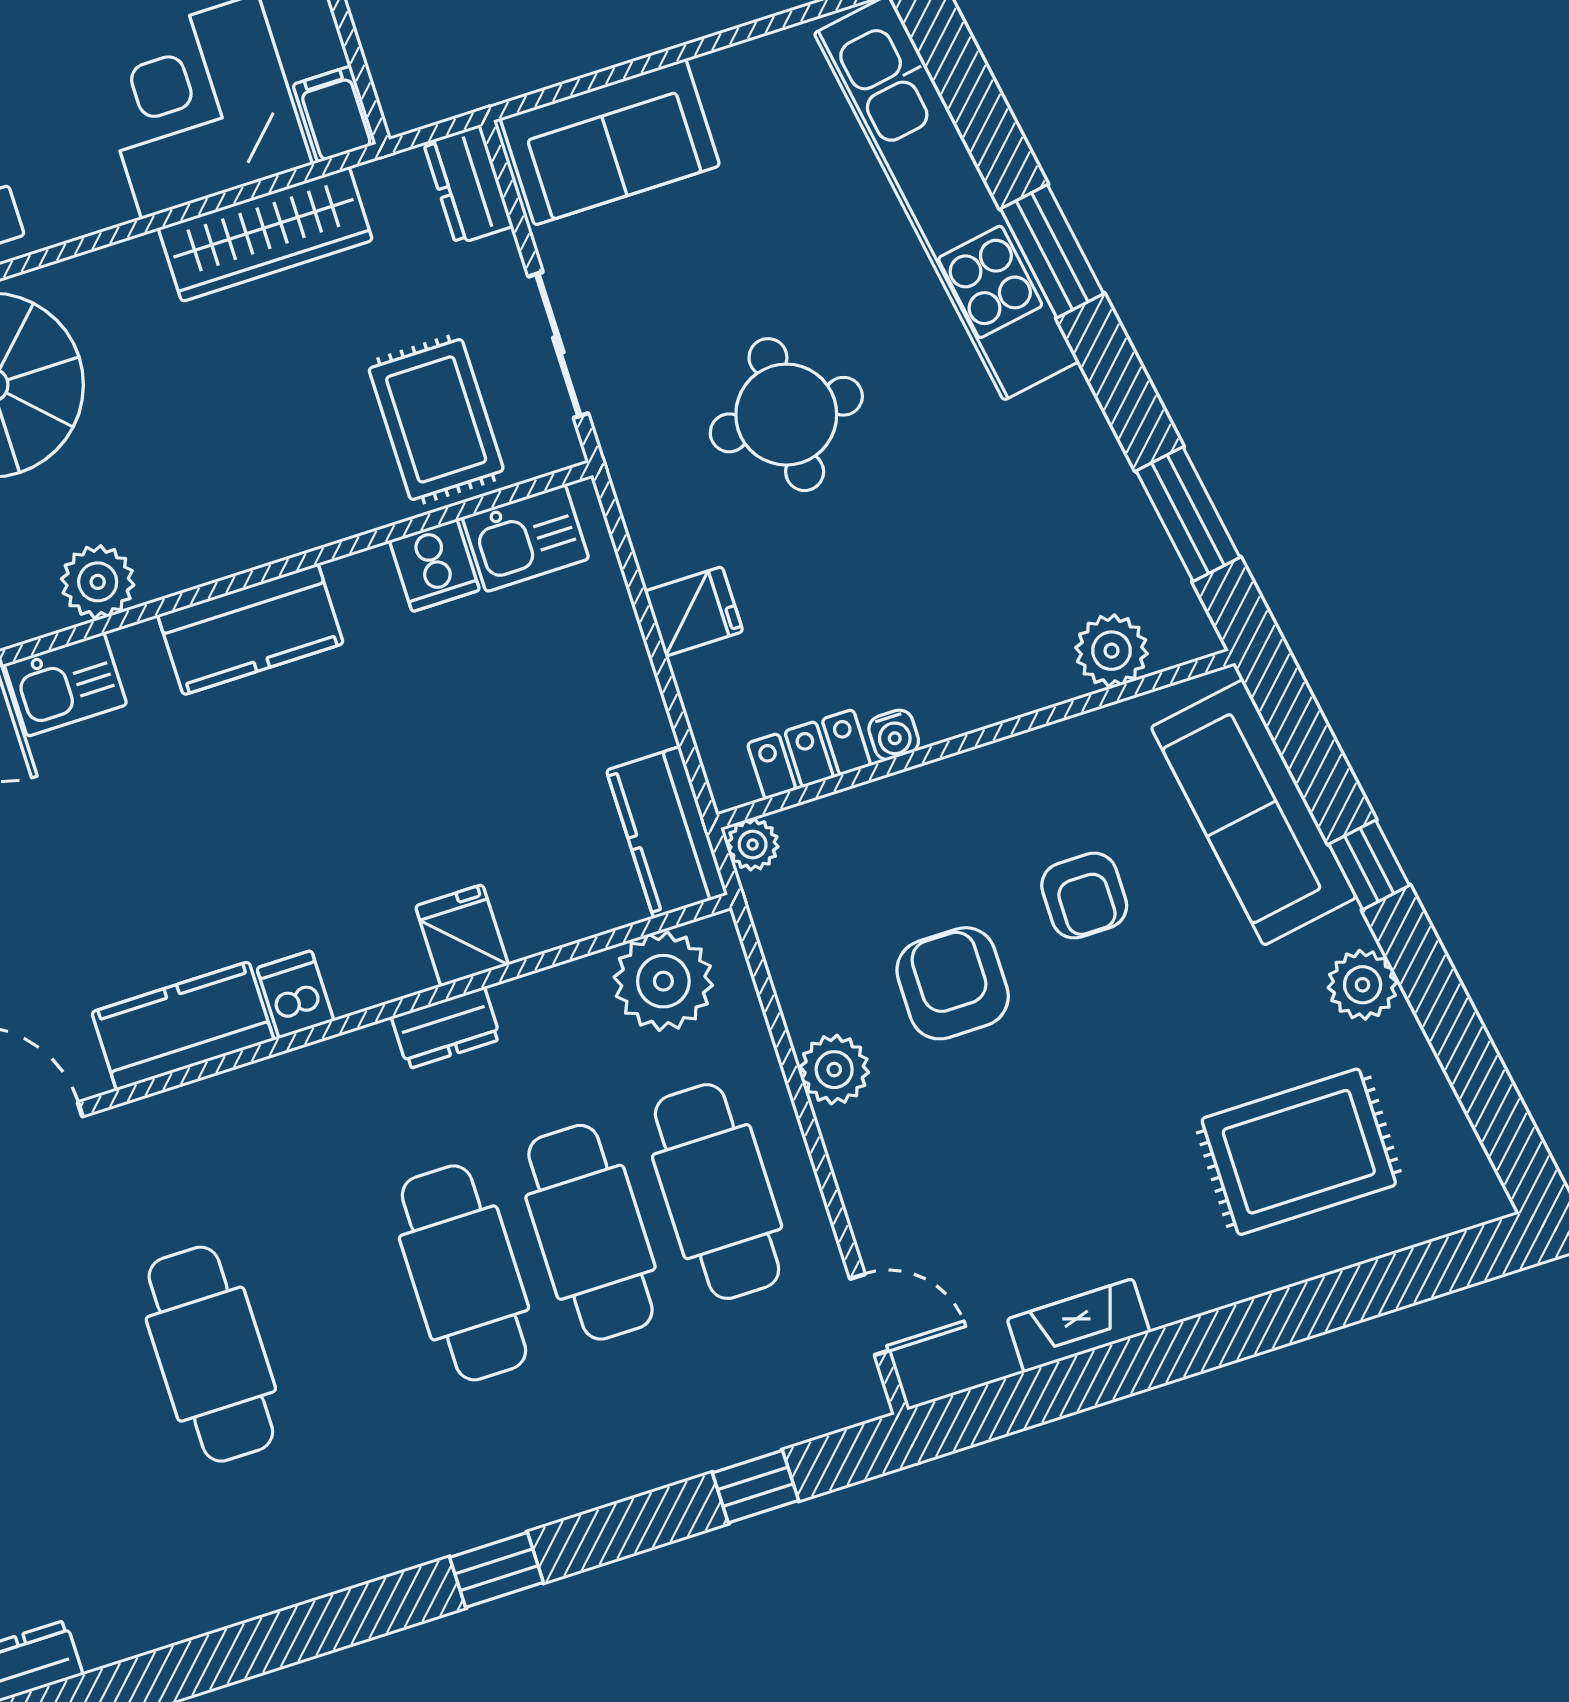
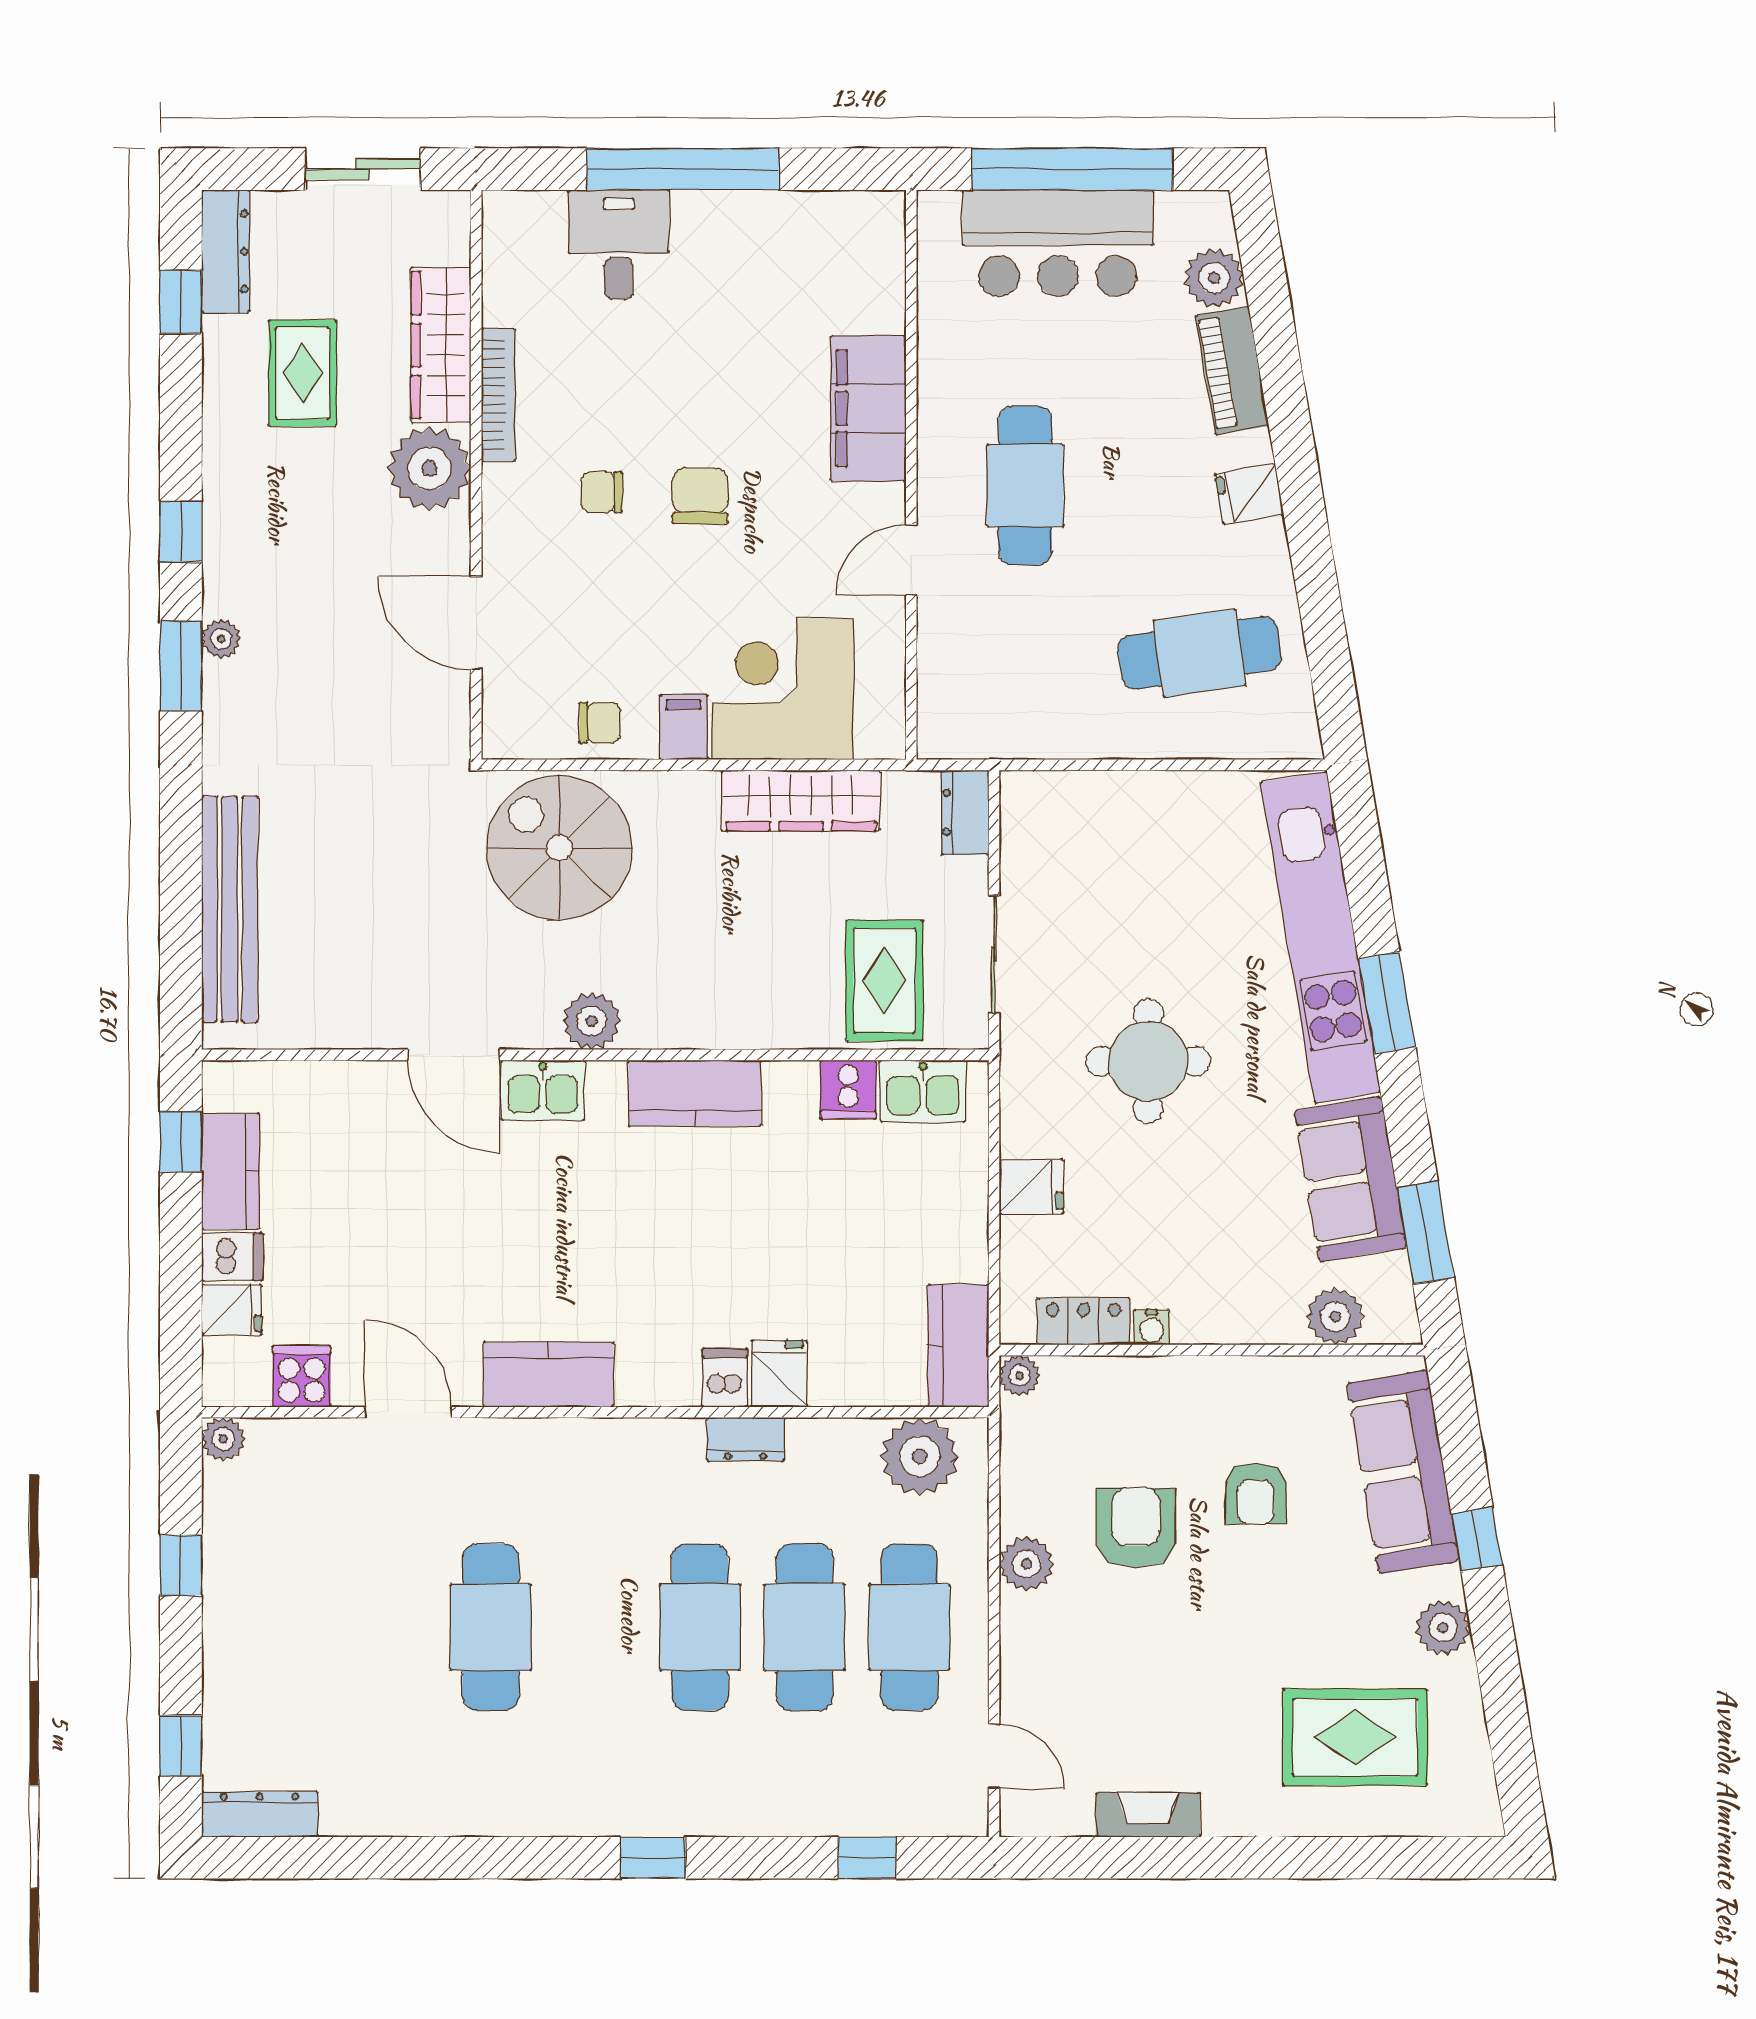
filing cabinet: (334, 114) -> (683, 727), moved
sofa: (610, 142) -> (1350, 1179), moved, turned 80
dishwasher: (295, 994) -> (725, 1378), moved

